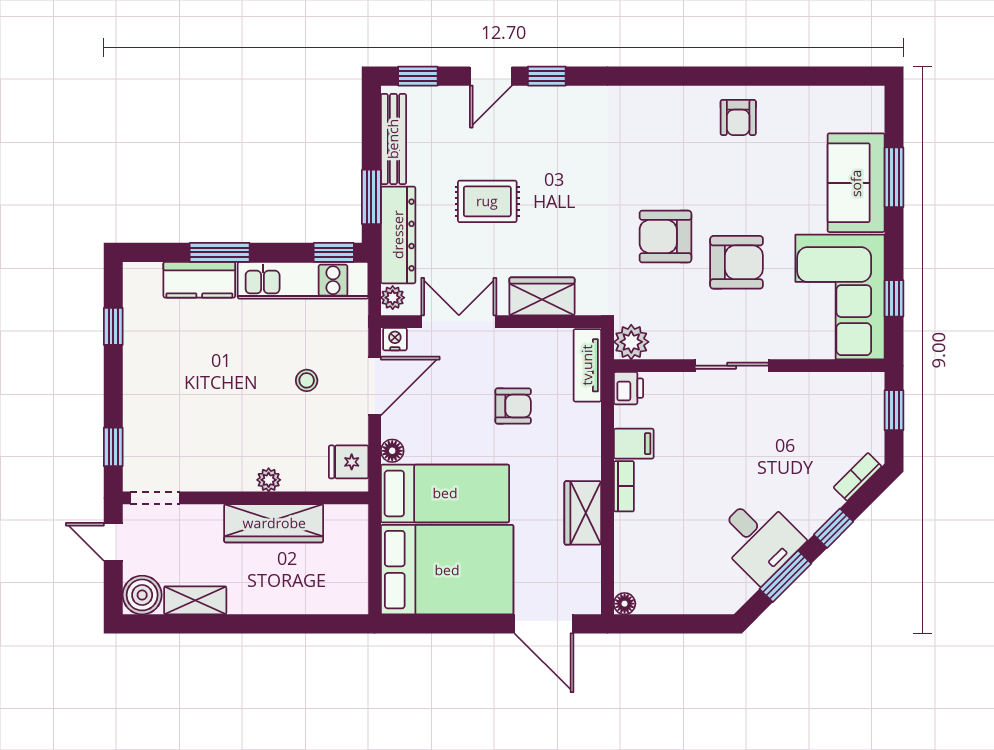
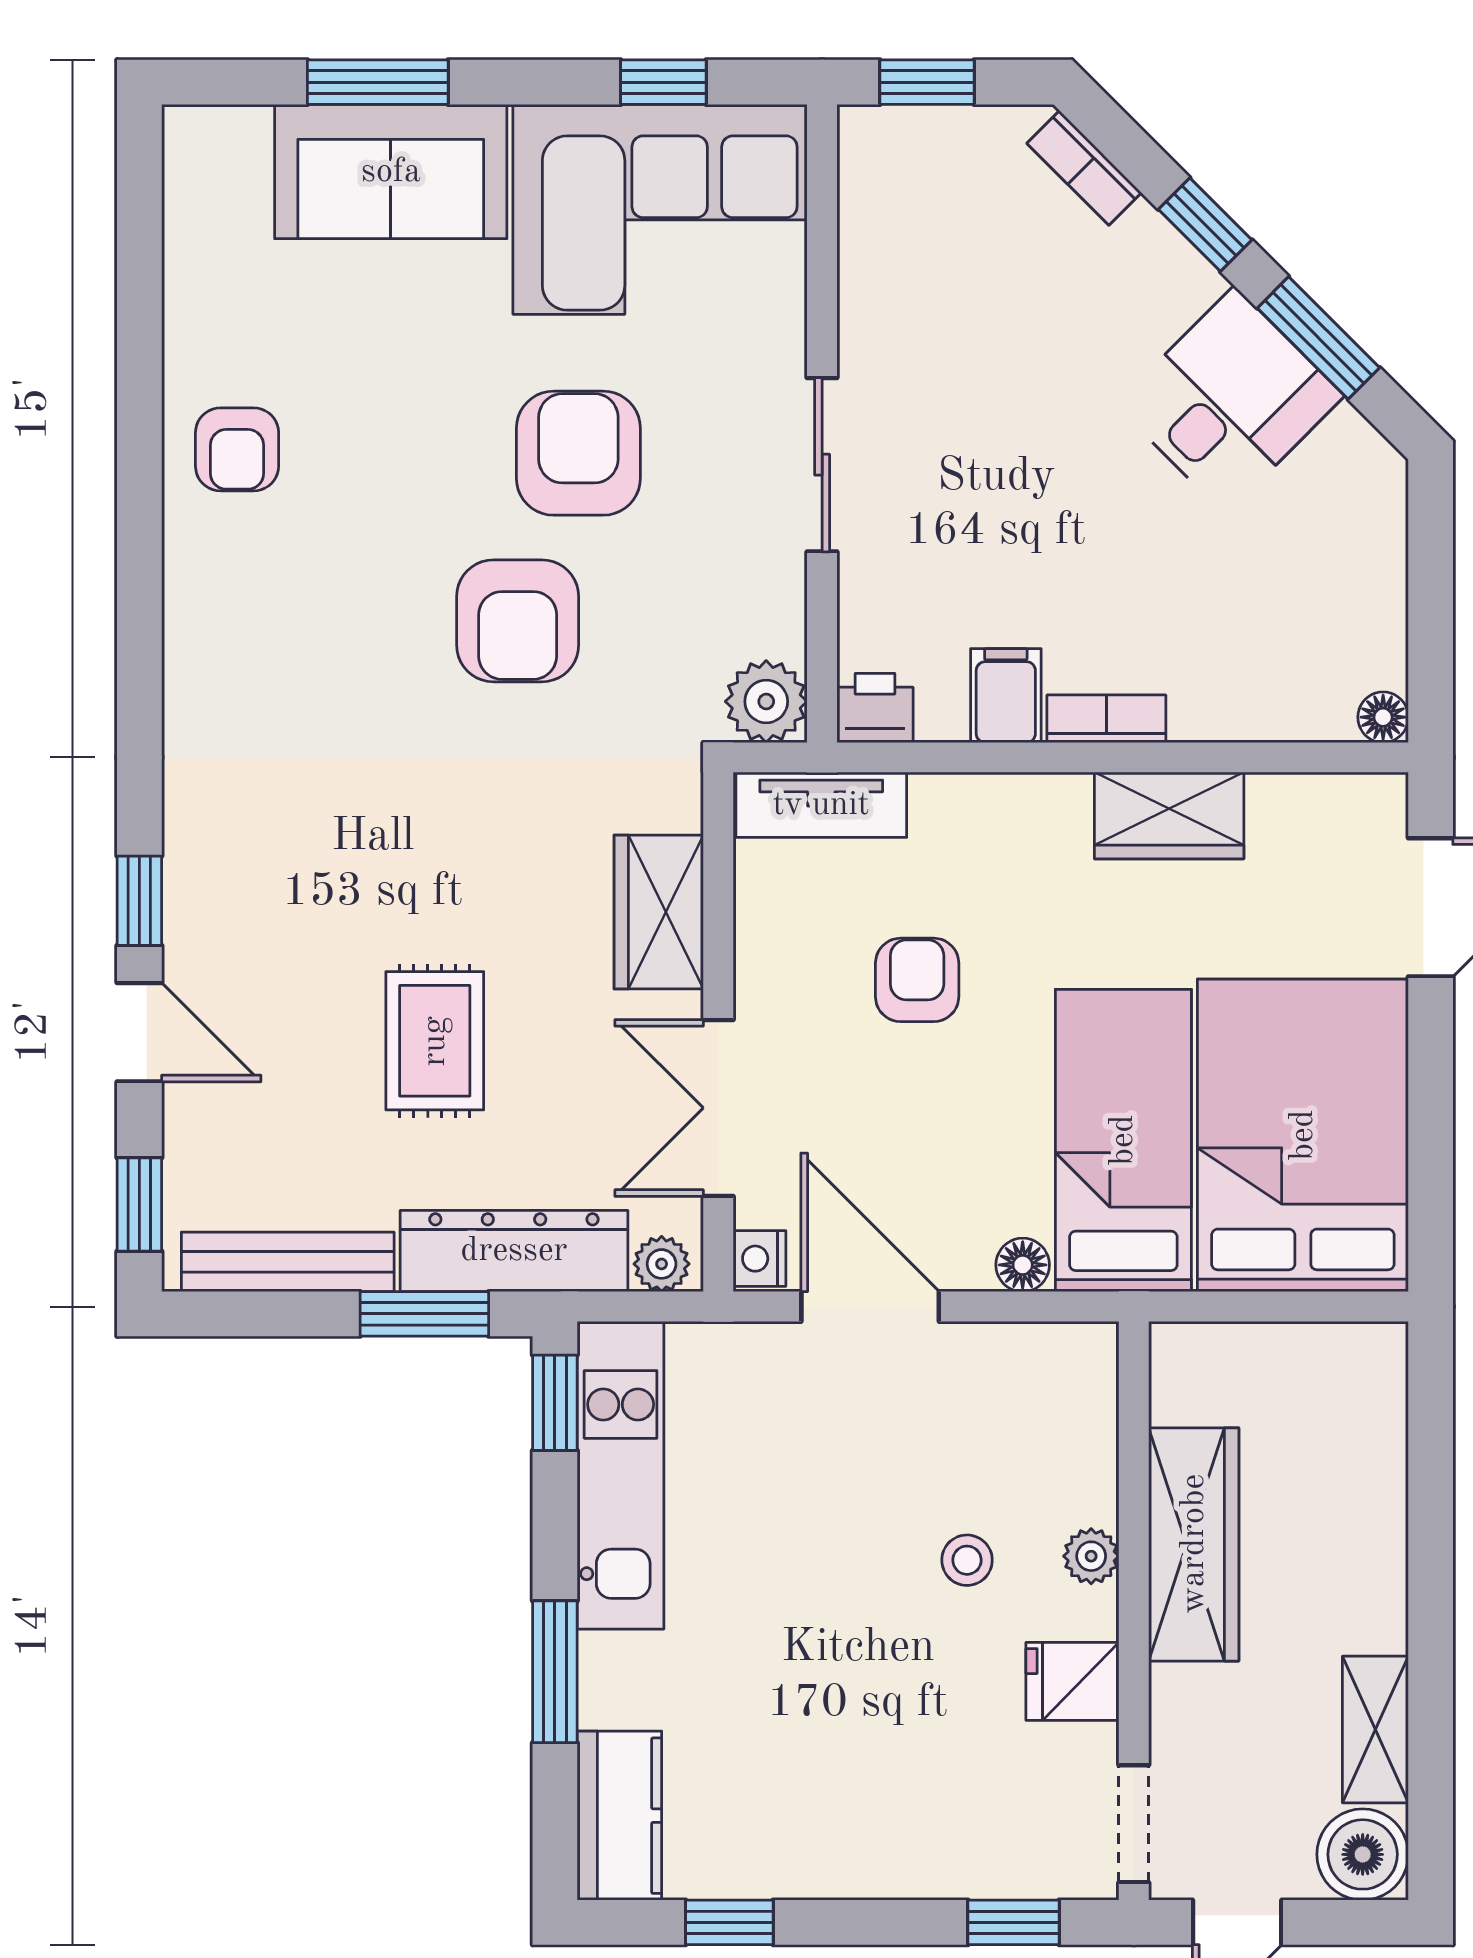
armchair: (738, 118) -> (237, 449), turned 90
kitchen counter: (199, 280) -> (619, 1816), moved
stool: (307, 380) -> (967, 1560), moved
fridge: (349, 462) -> (1072, 1681), moved, turned 90

